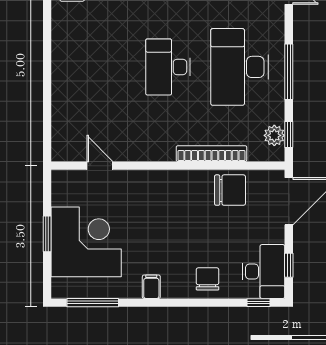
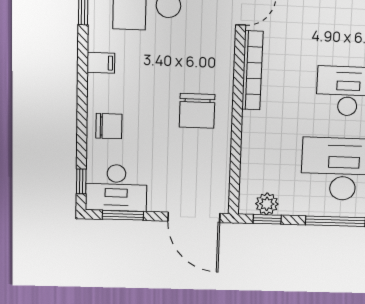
bookcase: (211, 154) -> (252, 70), moved
chair: (230, 190) -> (197, 111), moved
window: (289, 265) -> (123, 215), width x1.50

